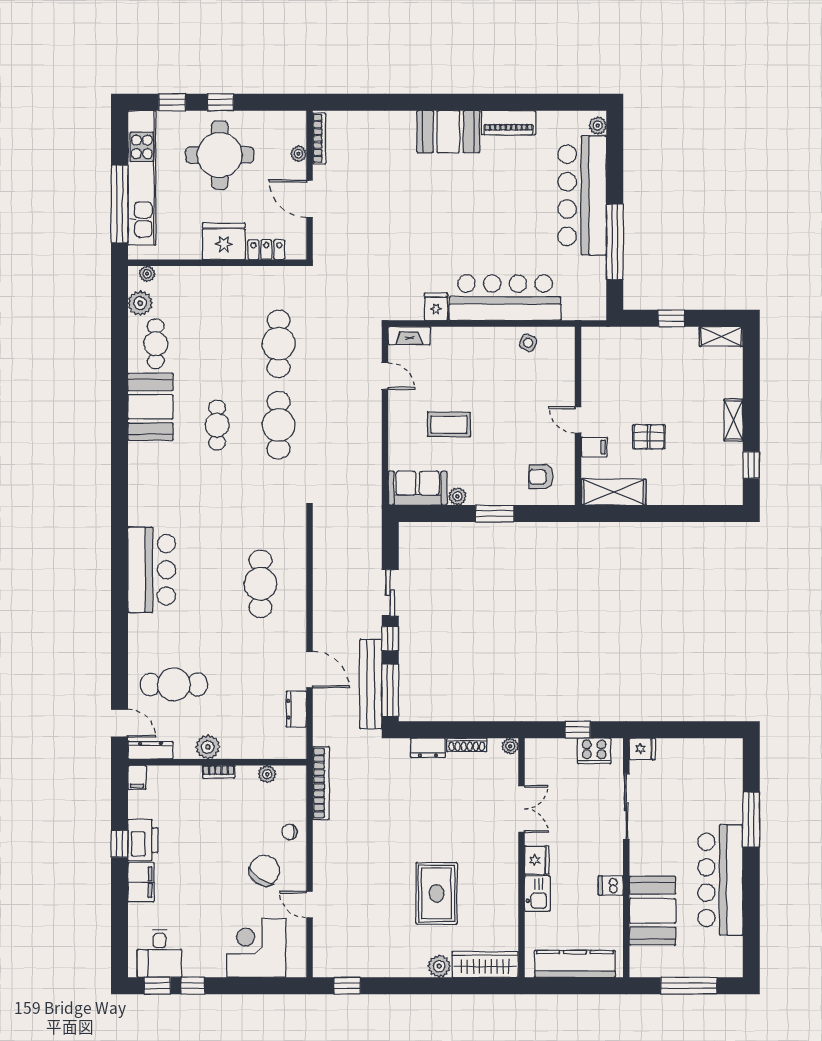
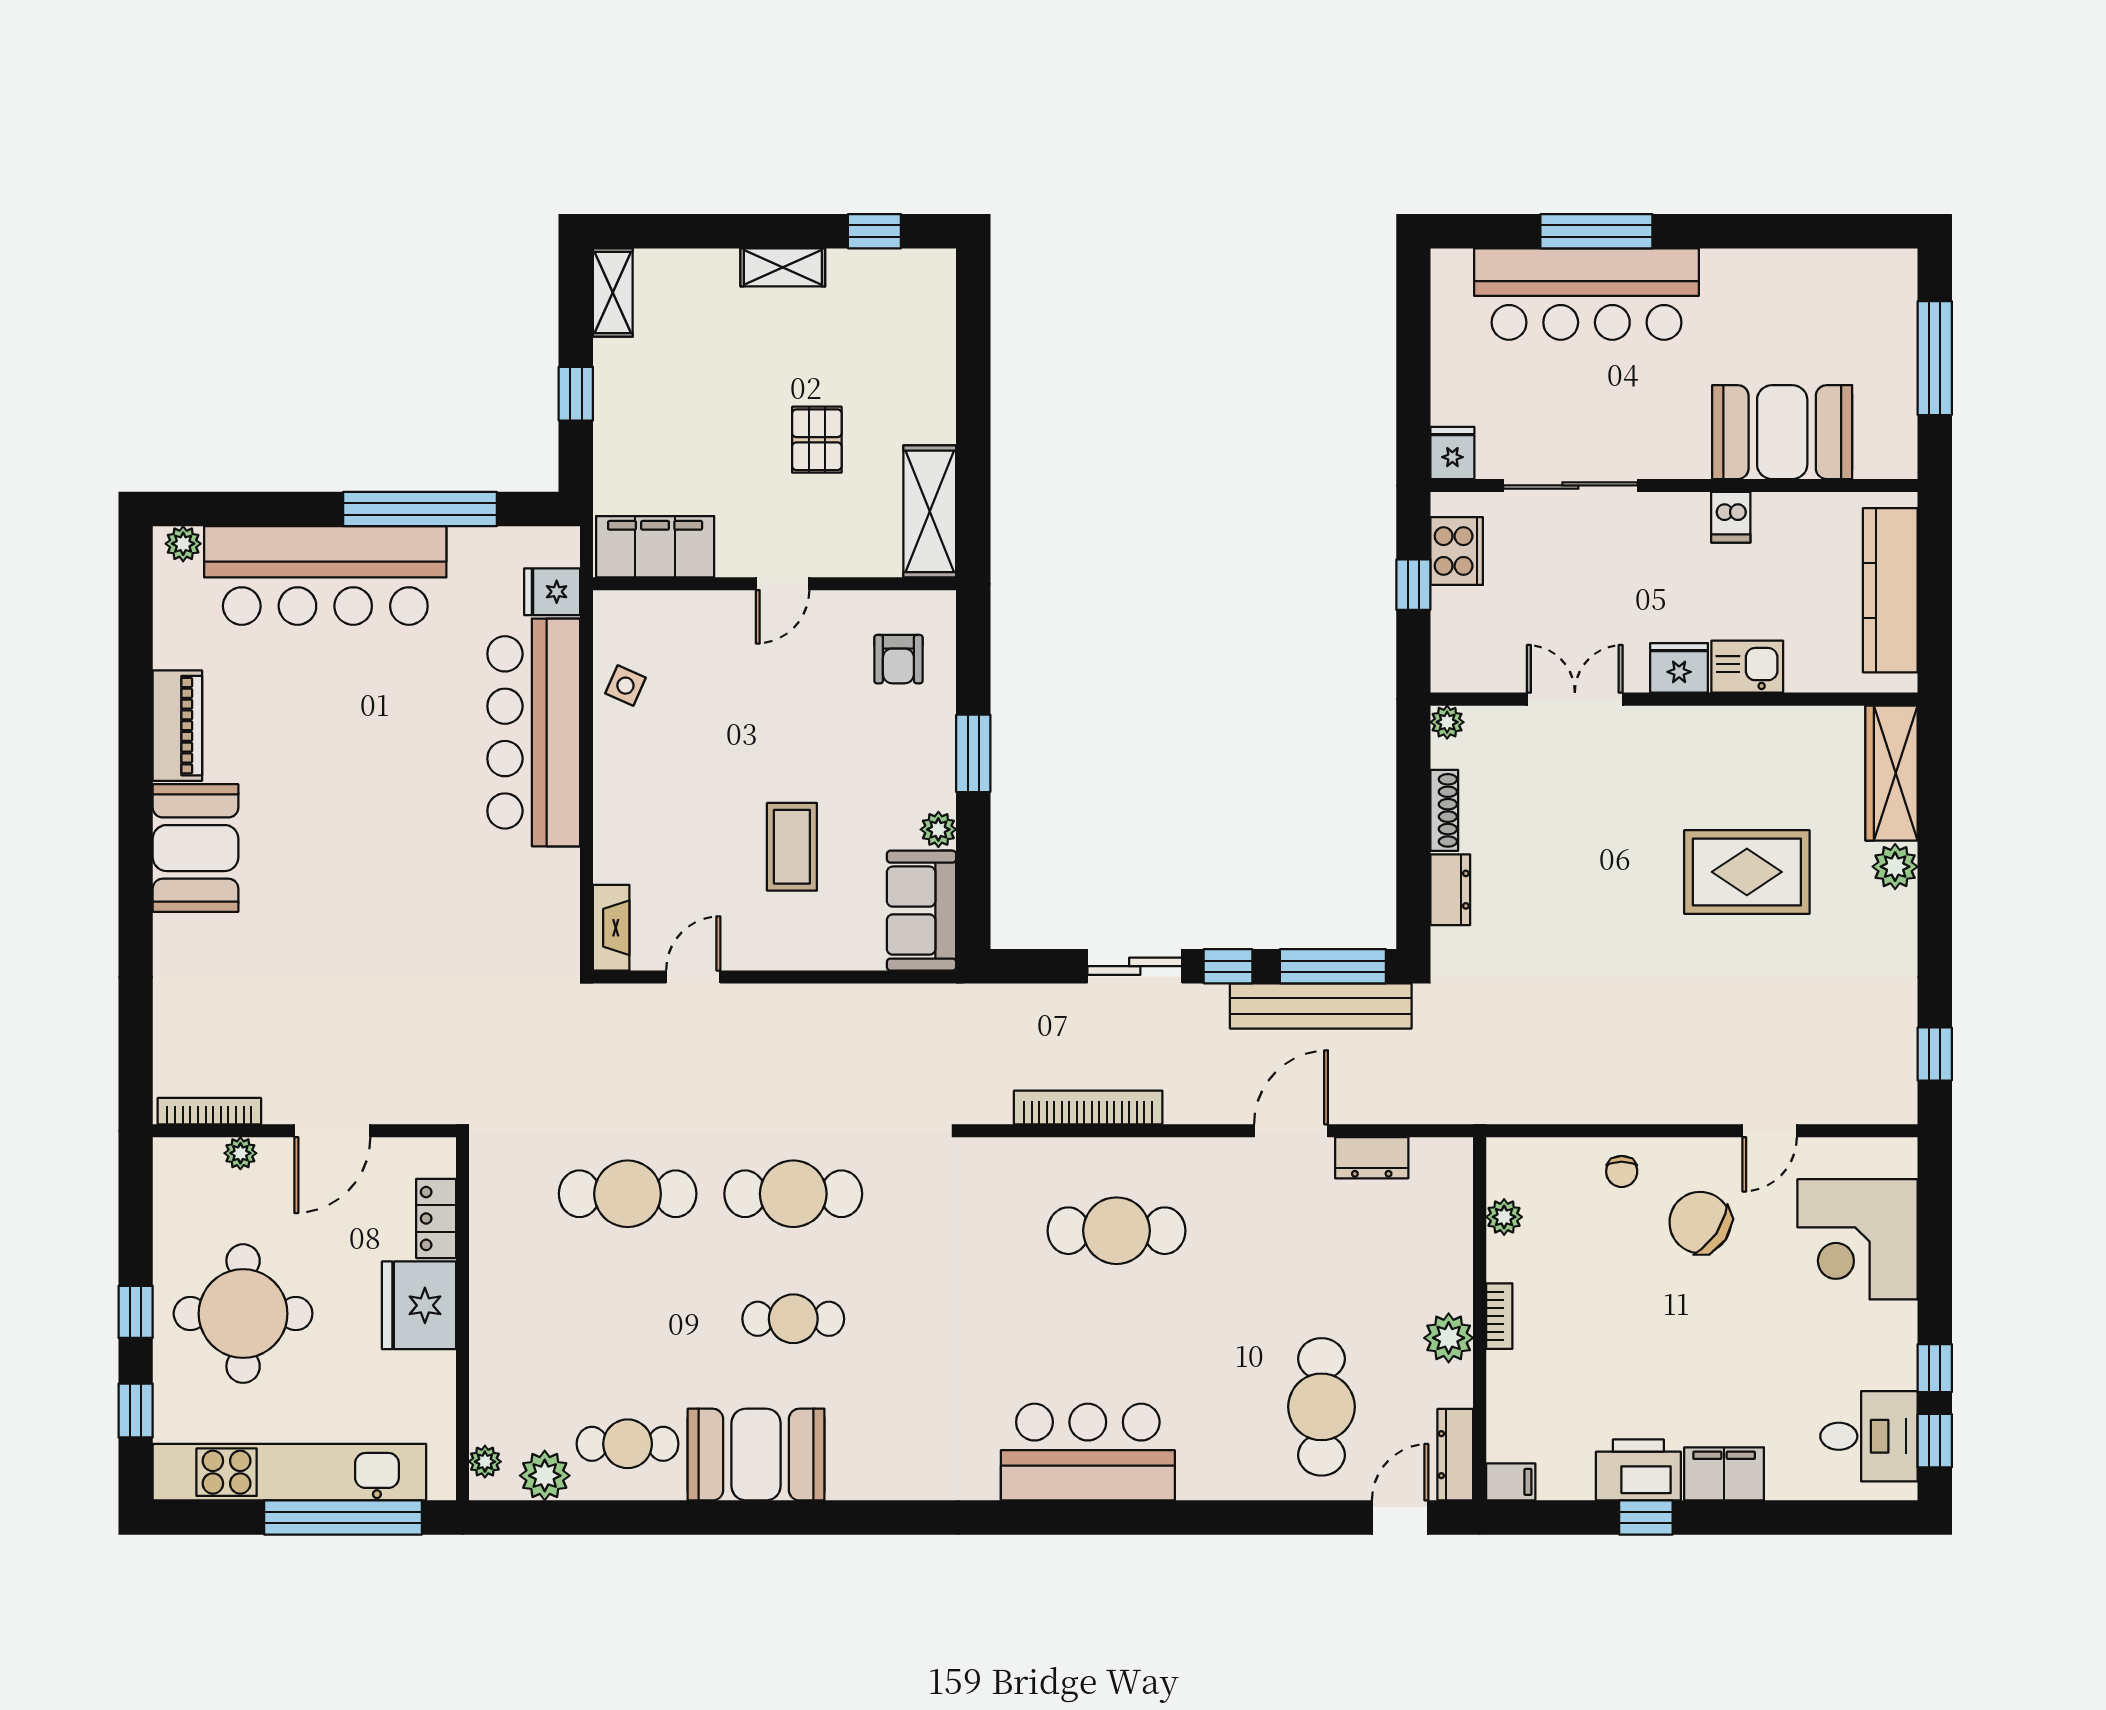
fridge: (436, 307) -> (552, 592), moved
filing cabinet: (594, 447) -> (655, 547), moved, width x3.00, depth x1.17
bookcase: (321, 783) -> (1088, 1108), moved
bar counter: (720, 880) -> (1587, 294), moved

